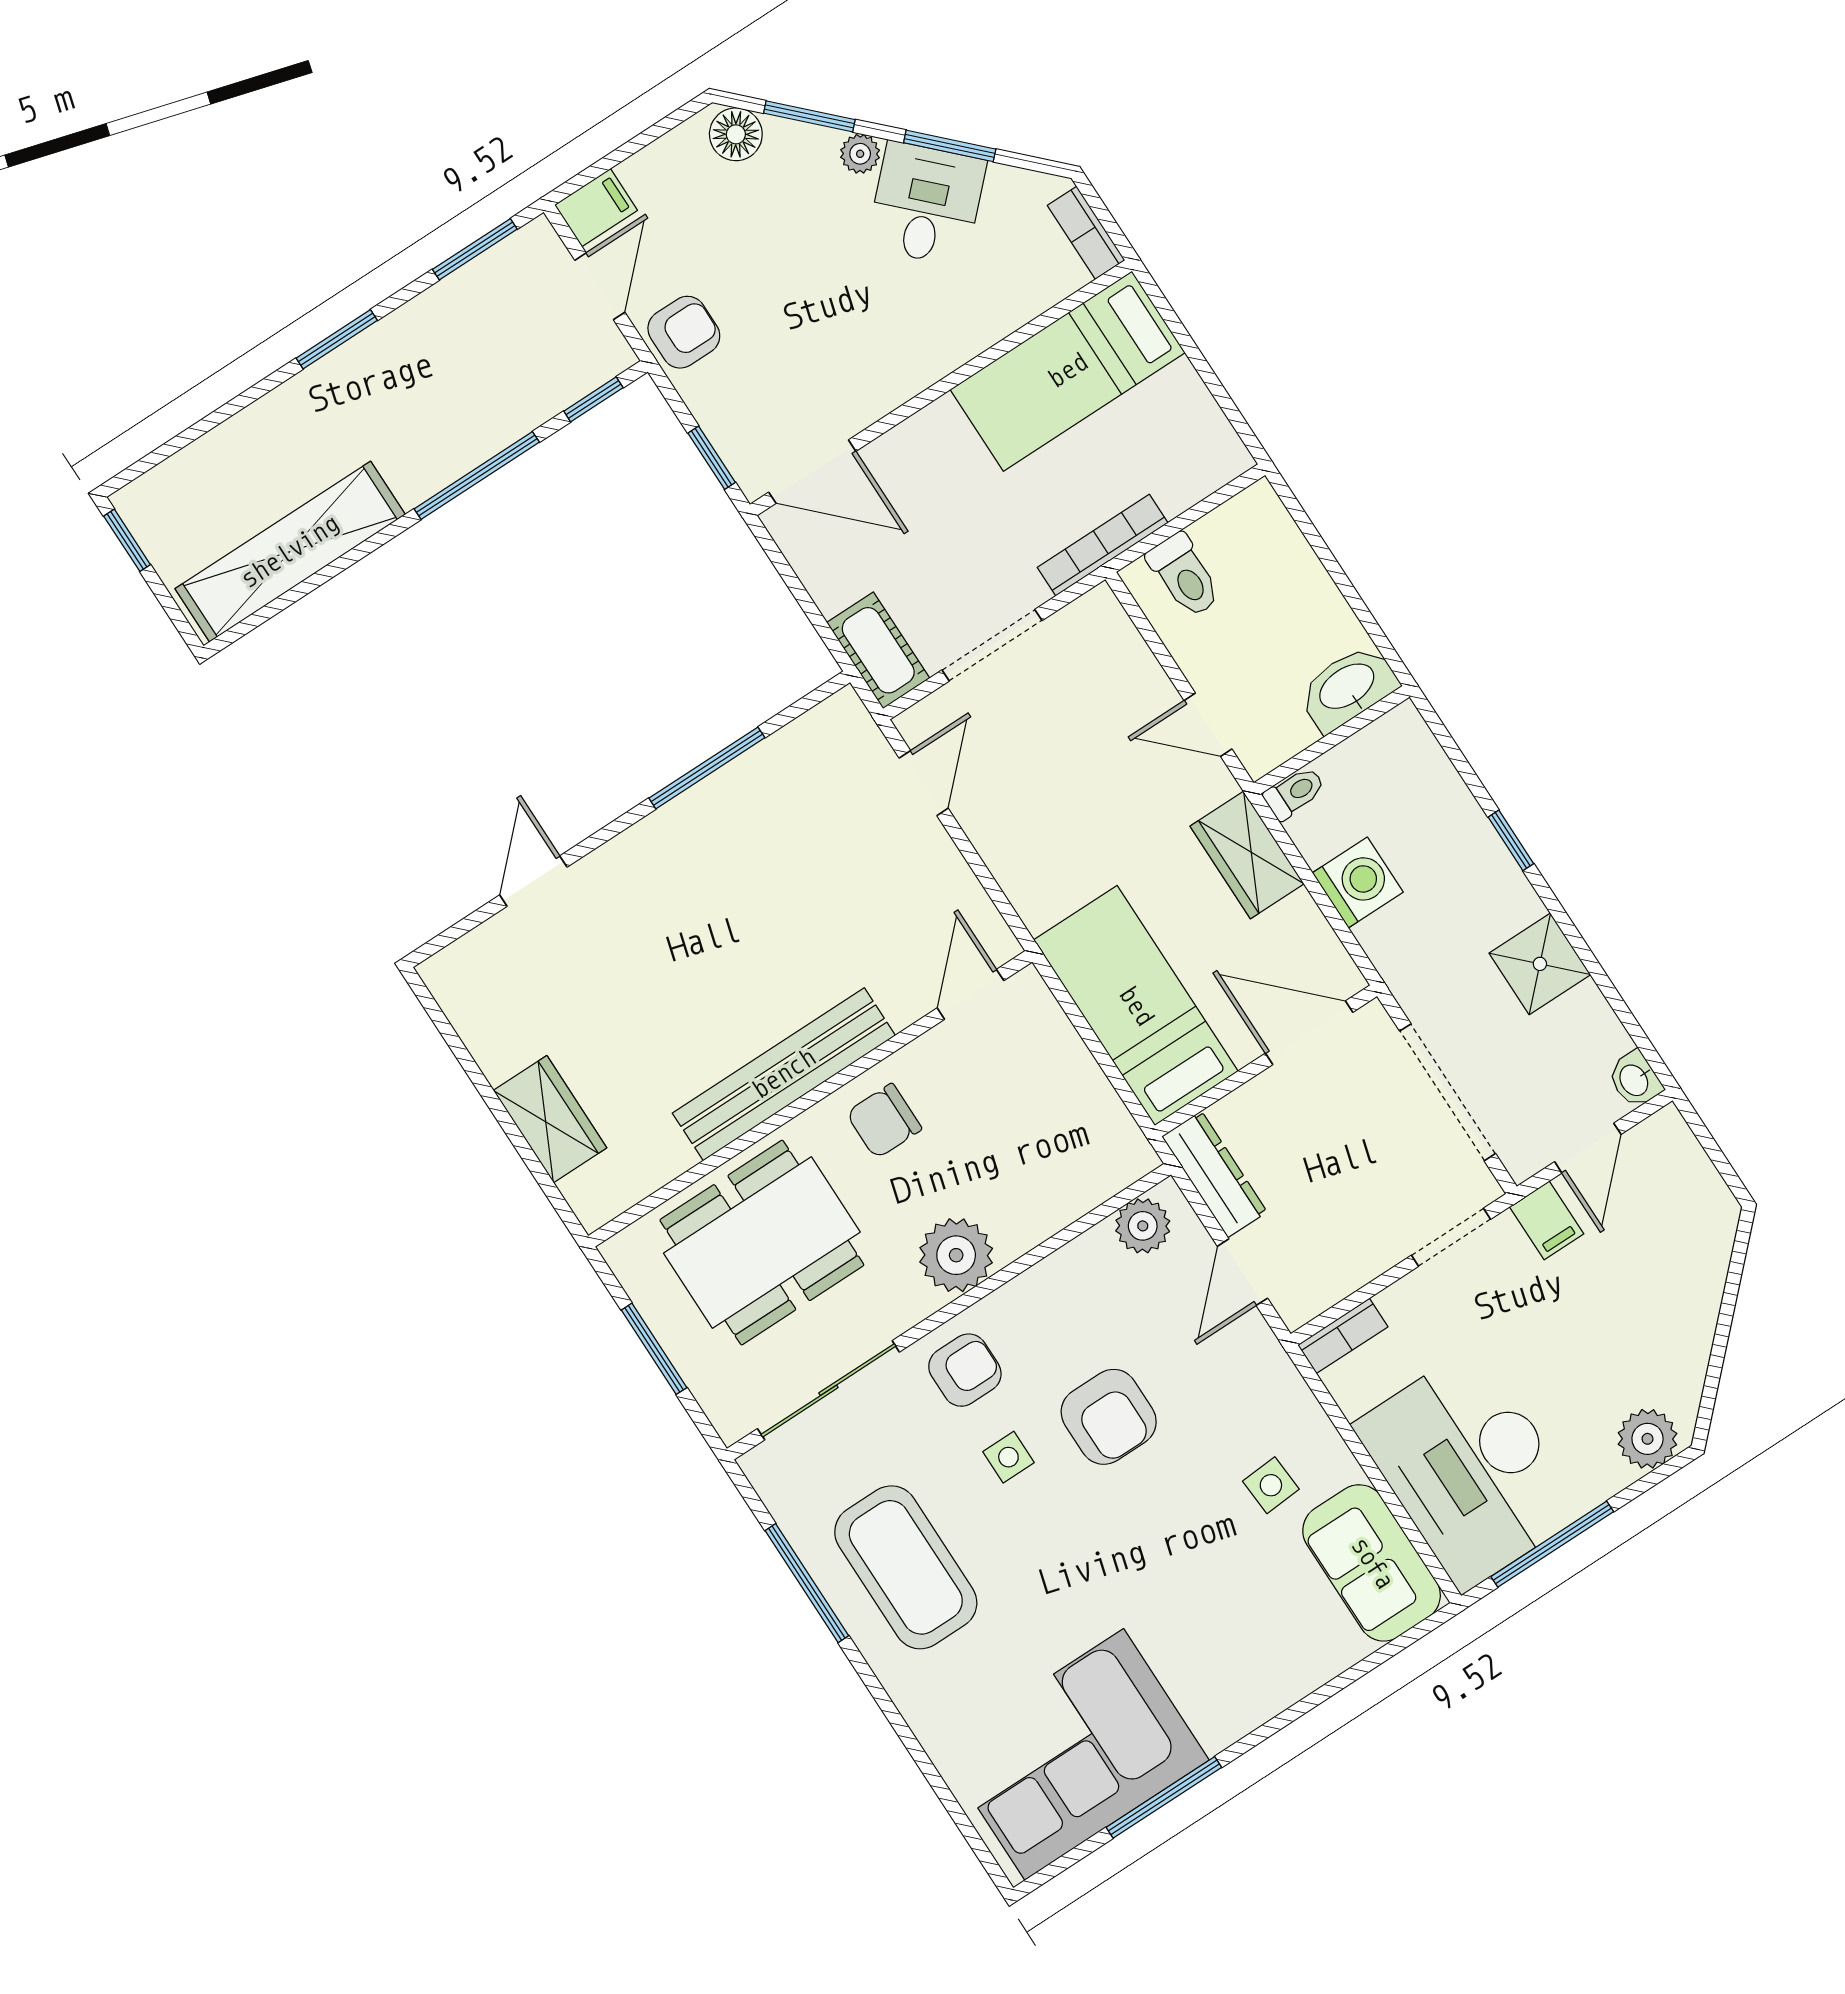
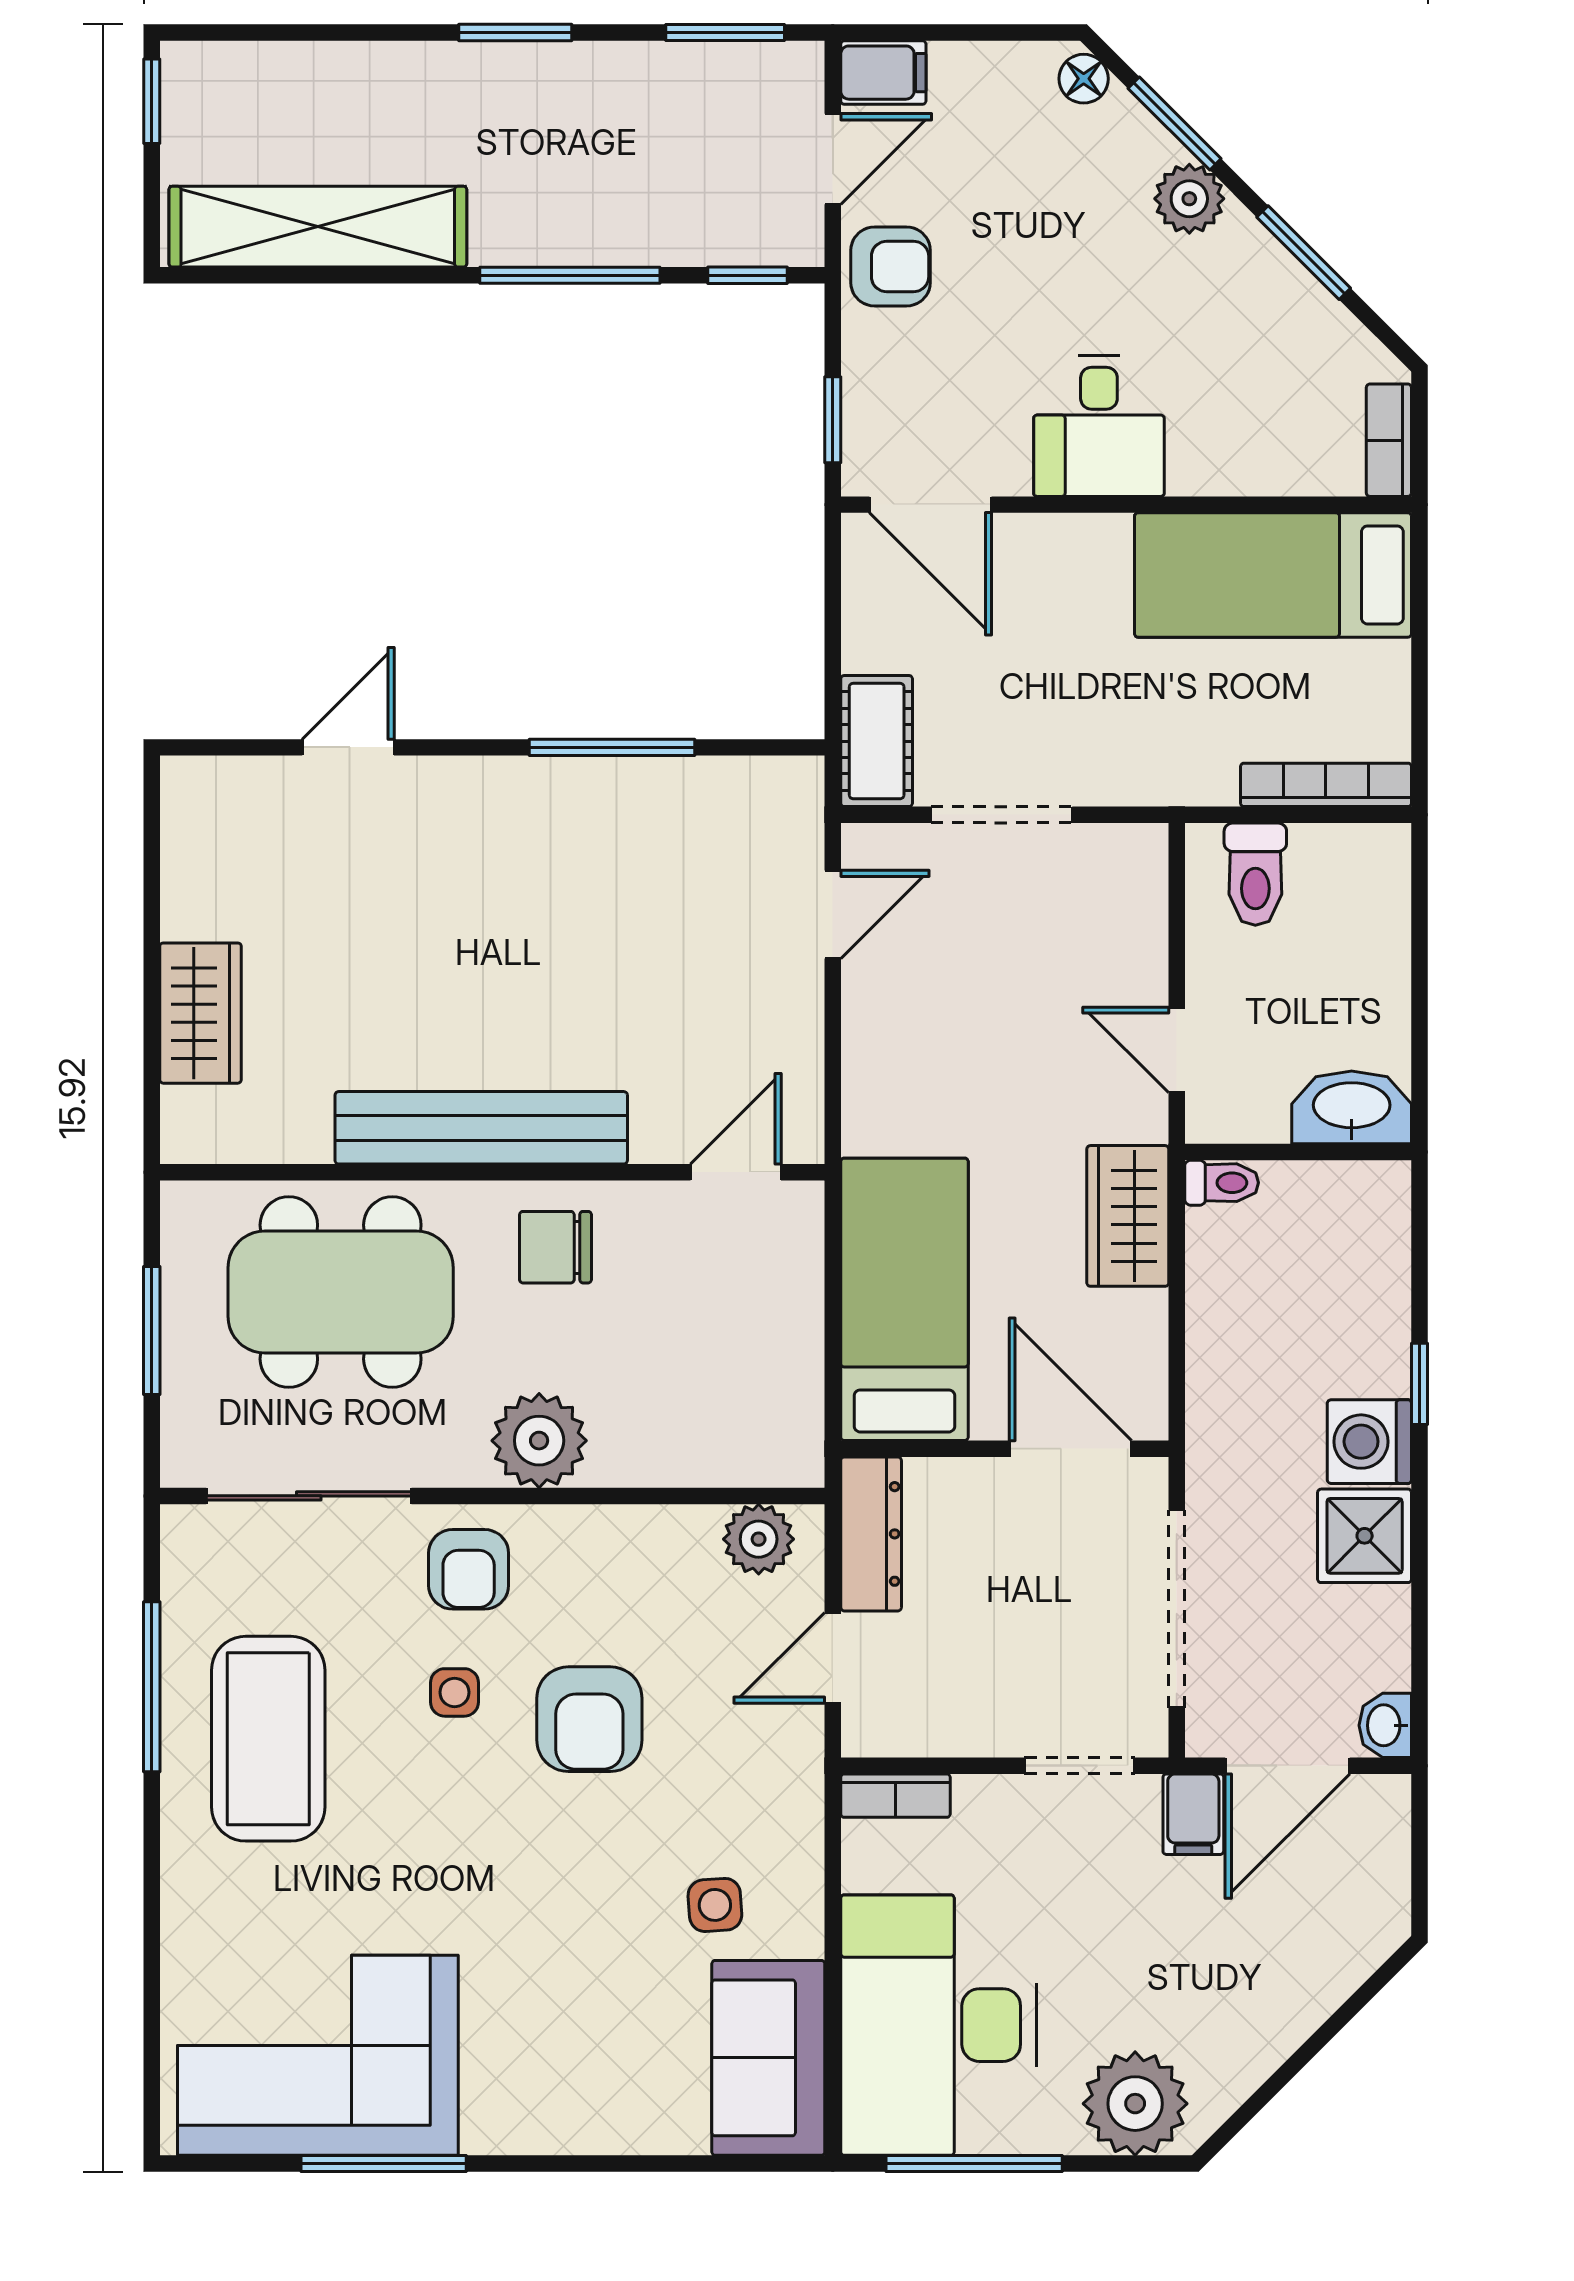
floor lamp: (736, 134) -> (1084, 79), width x0.73, depth x0.73
plant: (860, 154) -> (1189, 199), width x1.38, depth x1.38
desk: (926, 204) -> (1099, 426), moved, turned 135
bookcase: (1103, 545) -> (1326, 785), moved
washing machine: (1358, 883) -> (1369, 1442), moved, turned 180
door: (1588, 1148) -> (1288, 1766), width x1.38
armchair: (965, 1370) -> (469, 1569), turned 90
plant: (1647, 1439) -> (1135, 2104), width x1.36, depth x1.36

